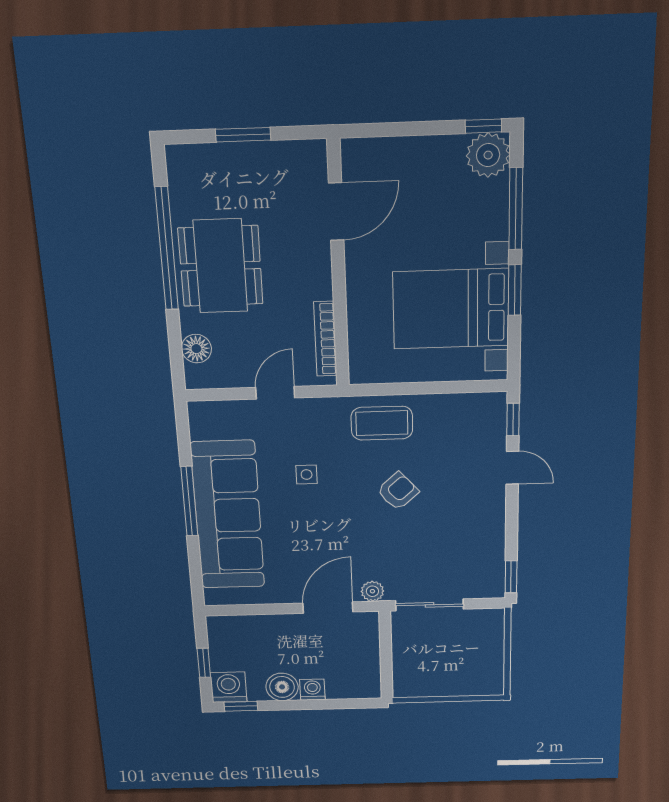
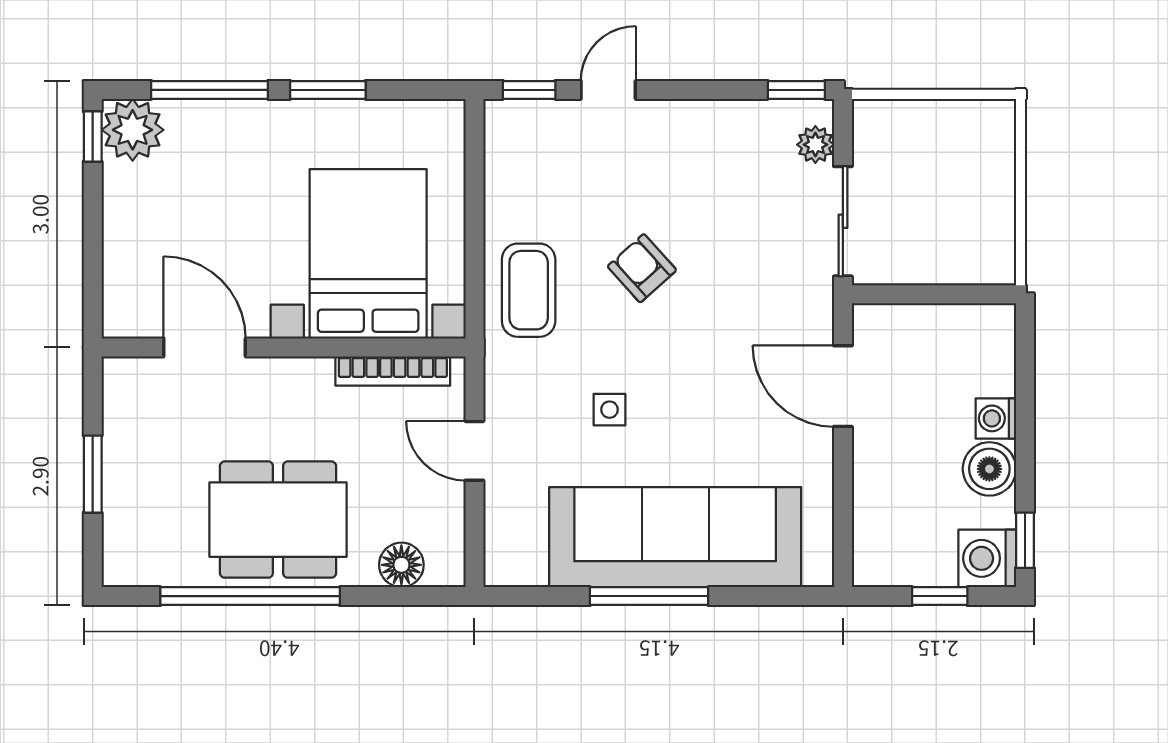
bed with nightstands: (451, 309) -> (368, 254), moved, turned 180
plant: (372, 591) -> (815, 145), moved

